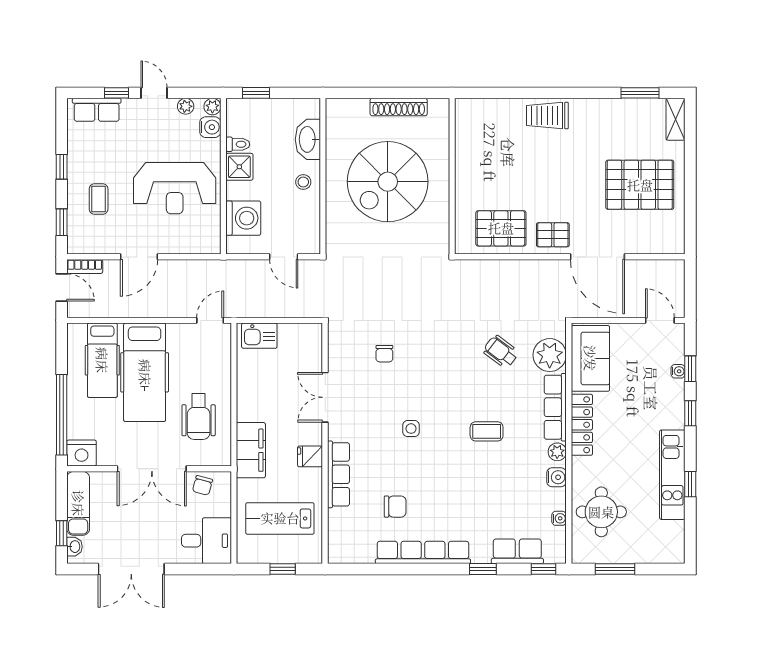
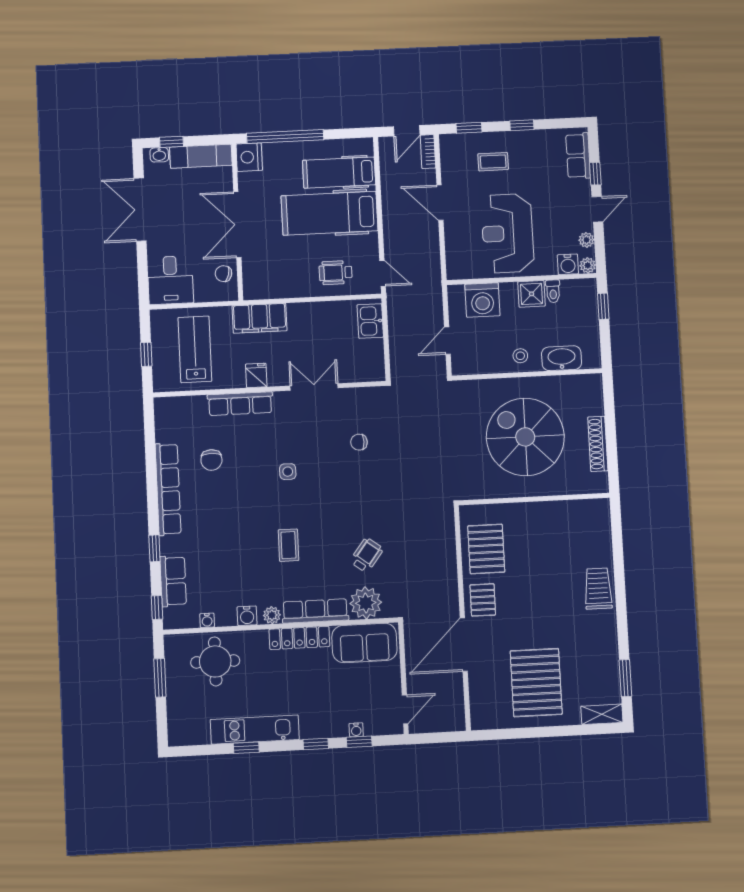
wheelchair: (199, 417) -> (336, 273), moved, width x0.73, depth x0.73

